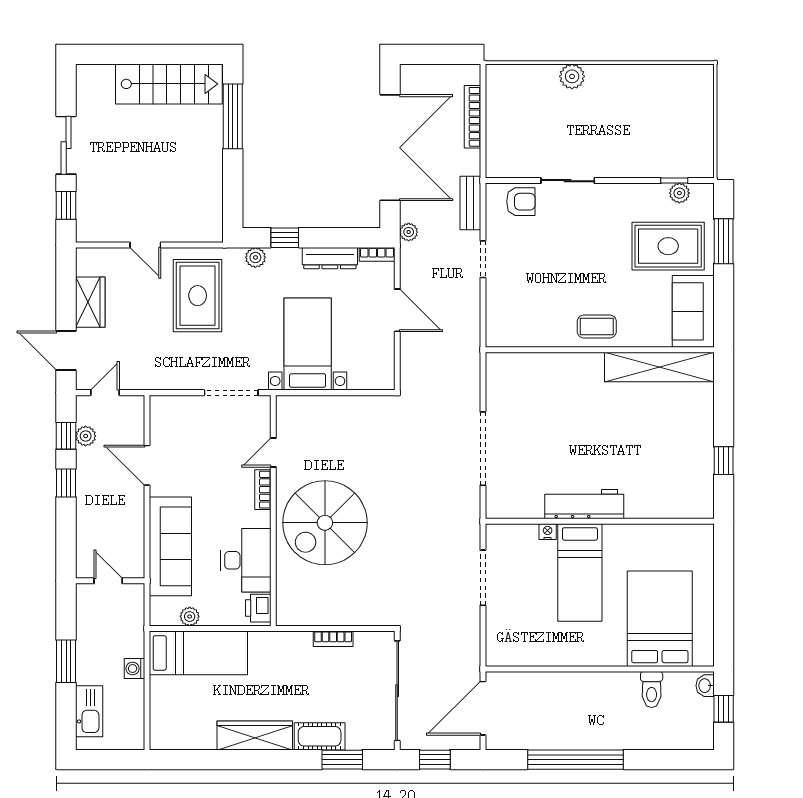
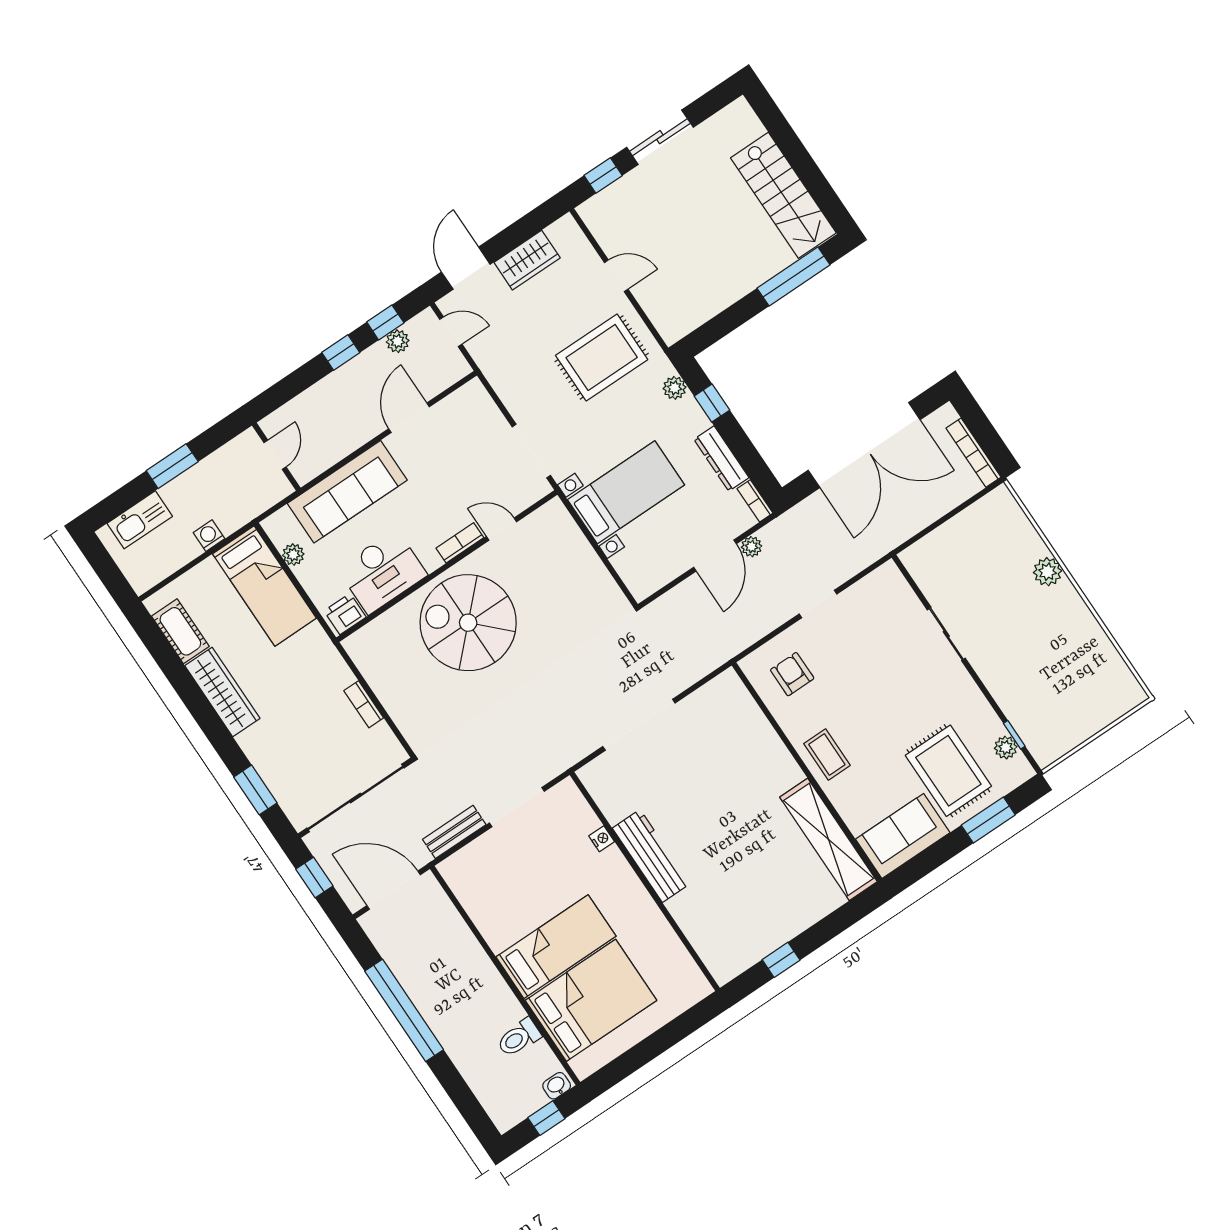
bookcase: (473, 117) -> (974, 453), moved, turned -90
armchair: (521, 202) -> (792, 674), moved, turned 180
bench: (470, 203) -> (454, 832), moved
plant: (409, 232) -> (752, 547), moved
door: (145, 245) -> (616, 276), swing flipped
bed: (580, 573) -> (556, 947), moved, turned 180
cot: (320, 736) -> (180, 631), moved

